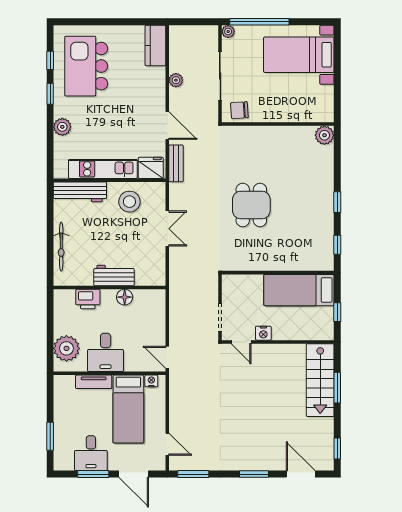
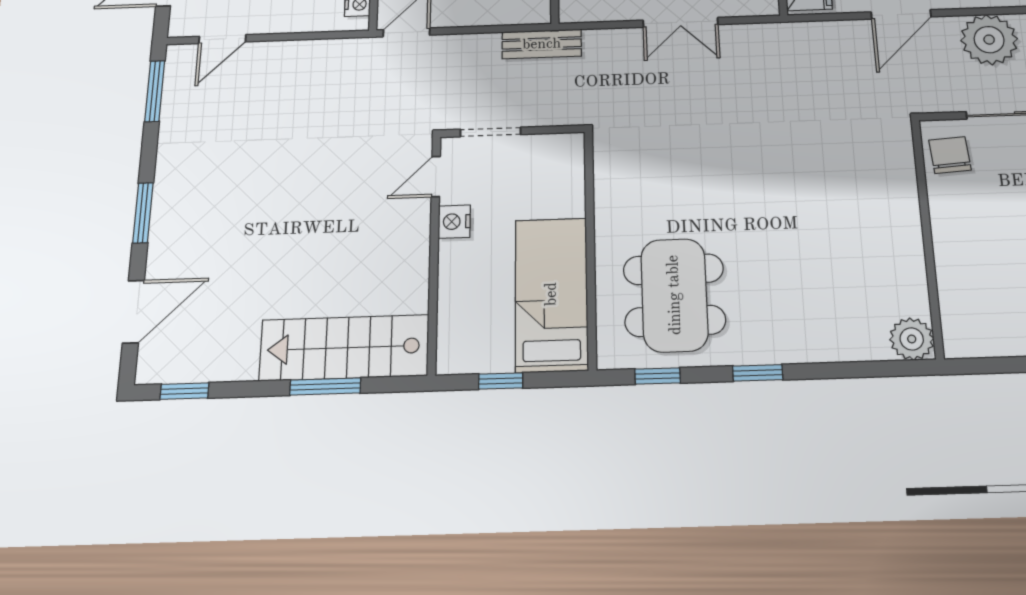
plant: (176, 80) -> (989, 40), width x1.88, depth x1.88
bench: (176, 163) -> (542, 44), moved
dining table: (251, 205) -> (674, 295), moved, width x1.38

